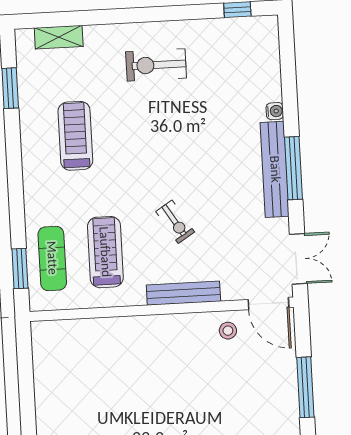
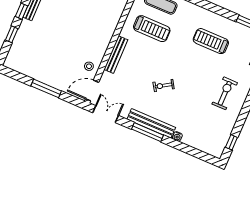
treadmill: (75, 136) -> (211, 41), turned 180
exercise bike: (175, 222) -> (164, 86), moved
double door: (298, 259) -> (106, 114), swing flipped

